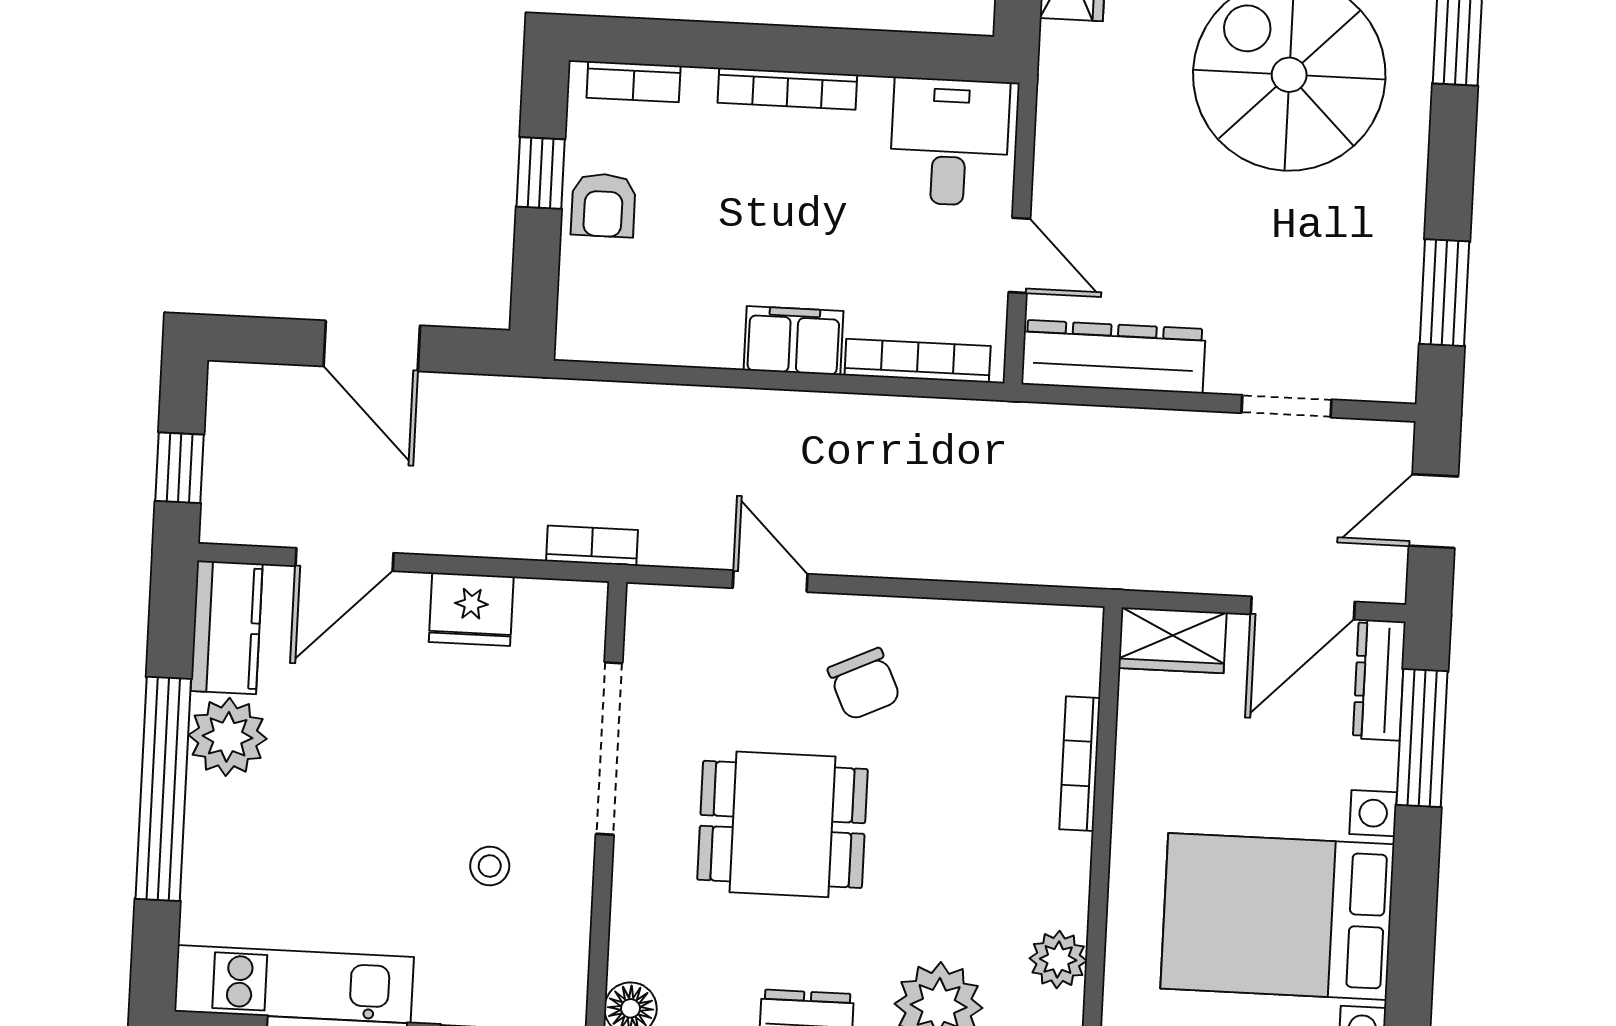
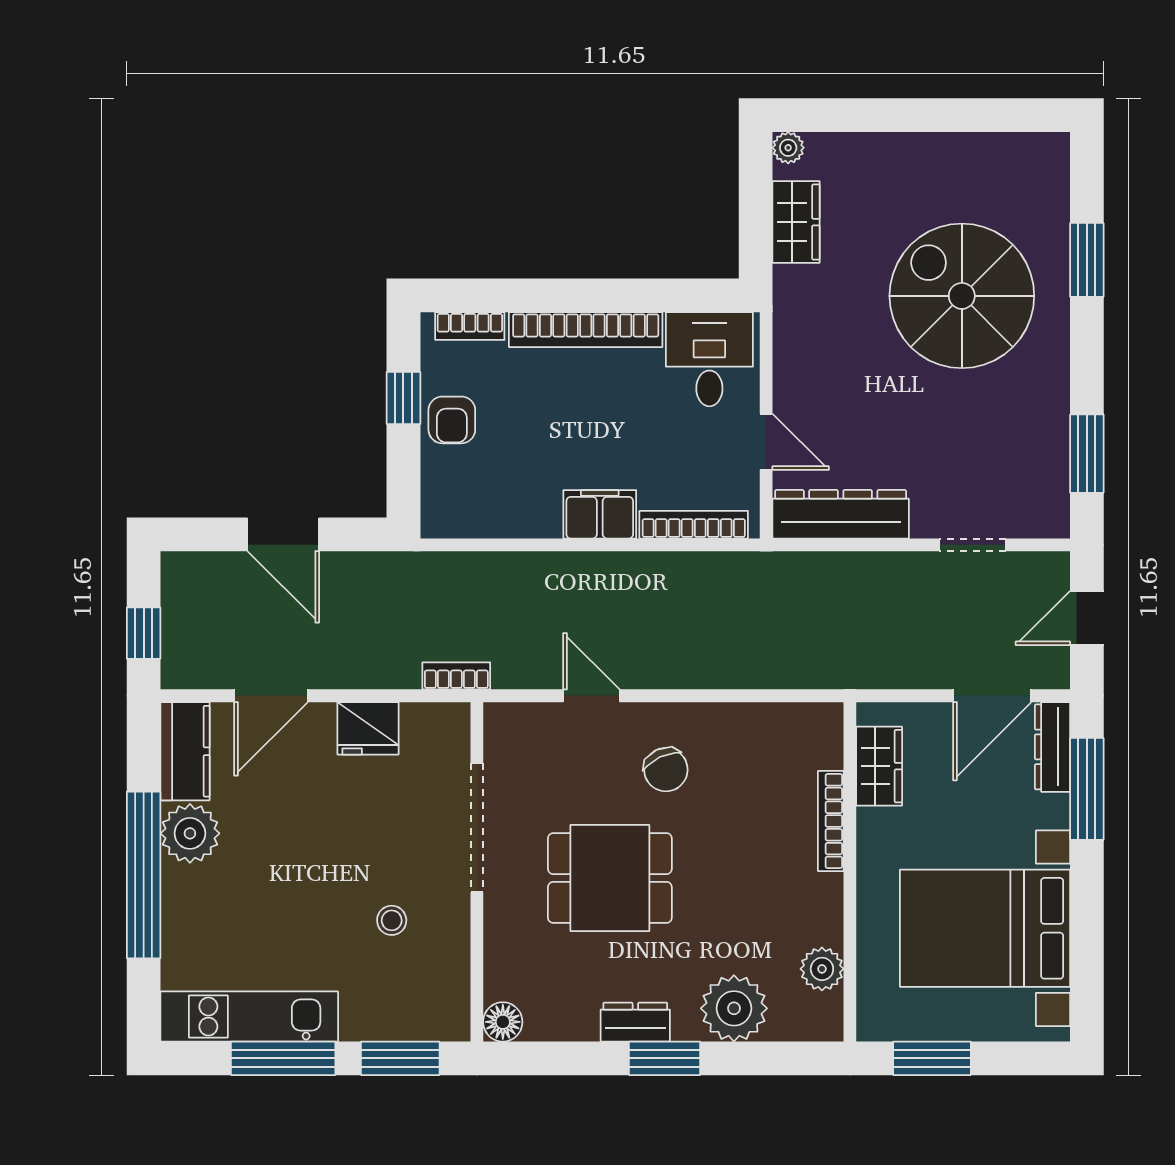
bookcase: (787, 89) -> (586, 330), width x1.48, depth x1.31
wardrobe: (1172, 640) -> (879, 766), moved, turned -90

